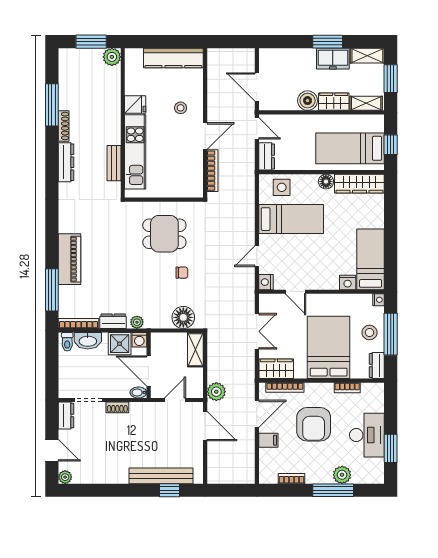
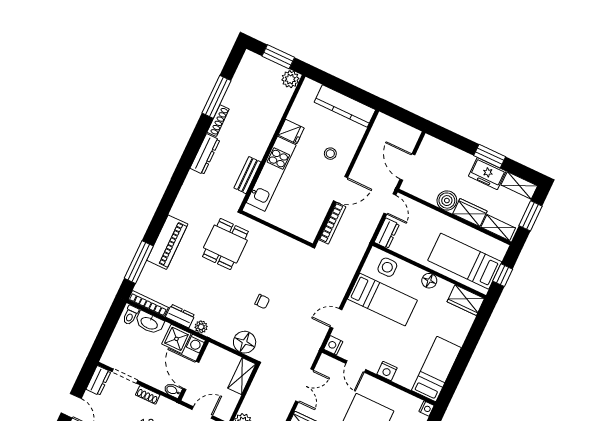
wardrobe: (359, 184) -> (466, 300), width x0.67
dining table: (164, 234) -> (225, 244), moved, turned 90
nightstand: (348, 282) -> (387, 371), moved

